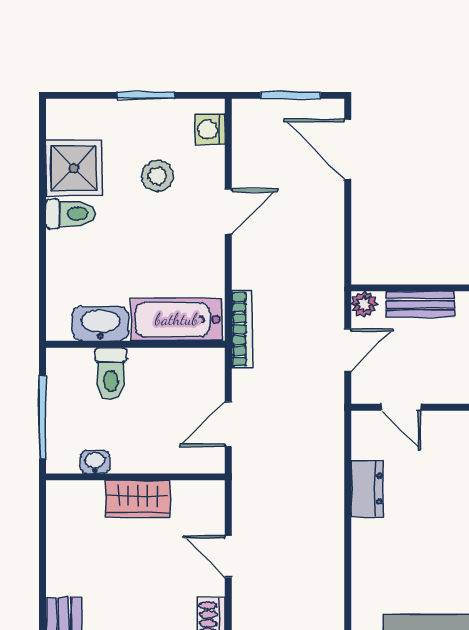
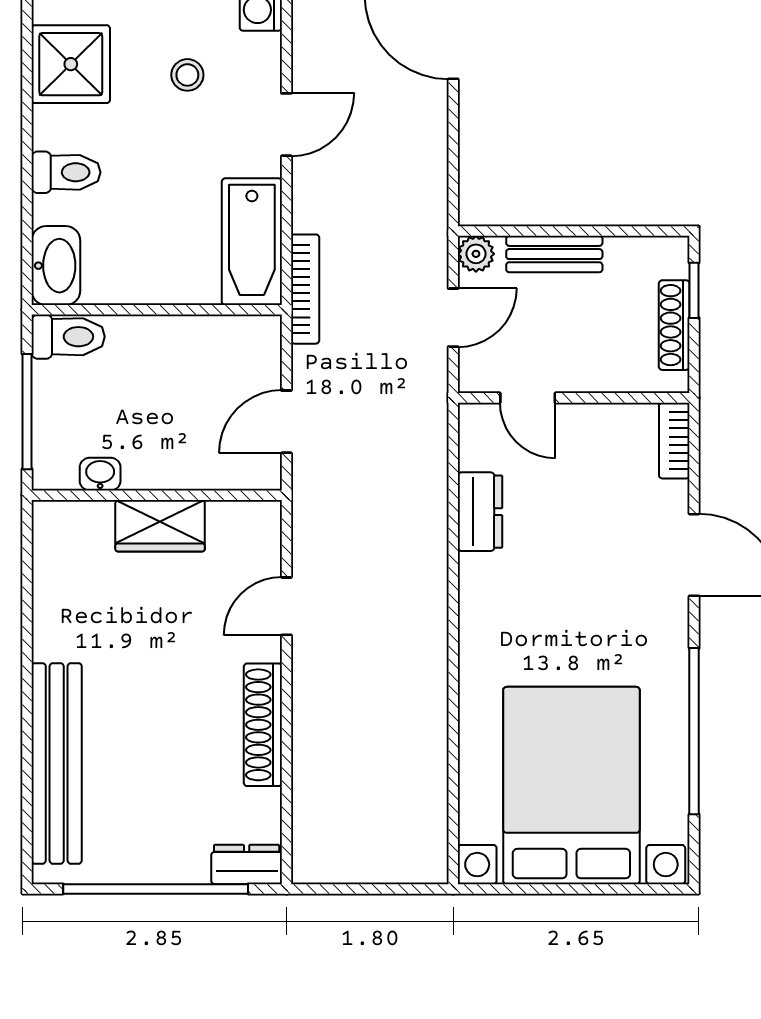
stool: (157, 176) -> (187, 75), width x0.73, depth x0.73
toilet: (70, 214) -> (66, 172), moved
bathtub: (177, 319) -> (252, 242), moved, turned -90
washbasin: (100, 324) -> (56, 266), moved, turned 90
toilet: (111, 374) -> (68, 337), moved, turned -90
door: (228, 556) -> (286, 606), hinge flipped

